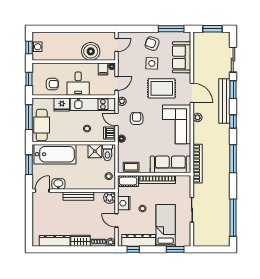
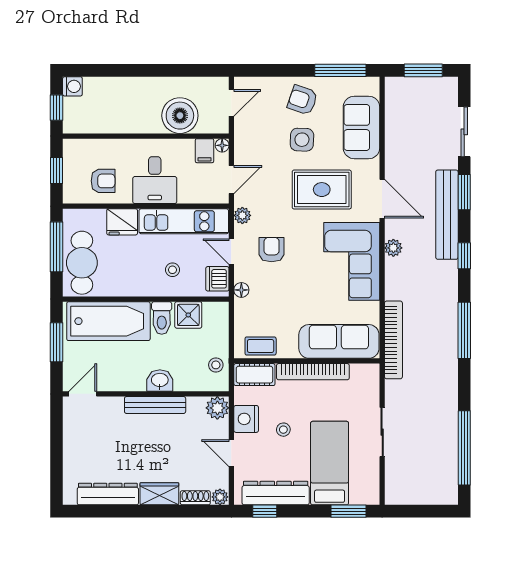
washing machine: (37, 47) -> (72, 86), moved
toilet: (107, 153) -> (162, 318), moved
washbasin: (58, 184) -> (160, 381), moved

